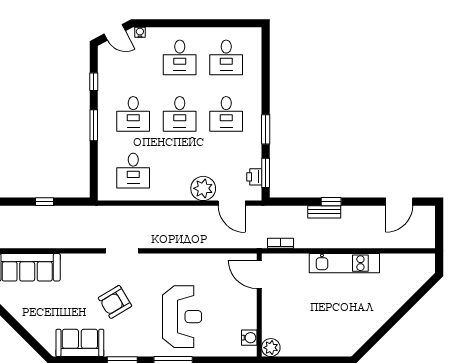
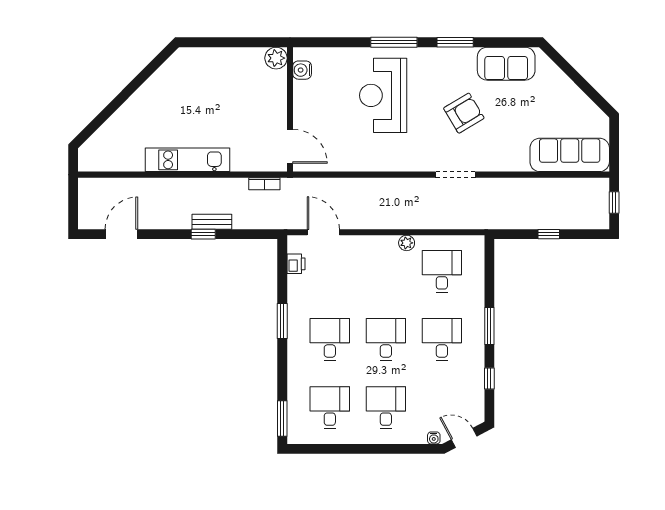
window: (266, 173) -> (282, 419), moved
plant: (203, 188) -> (407, 243), moved, width x0.53, depth x0.53

